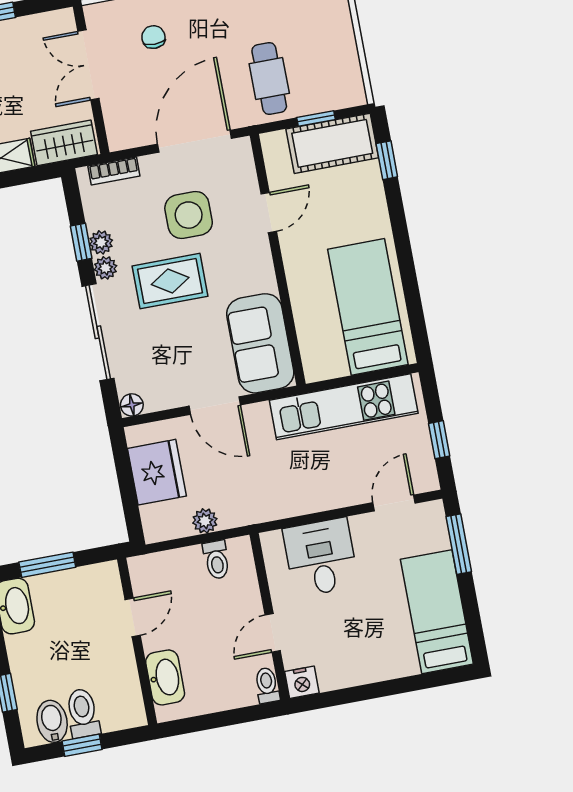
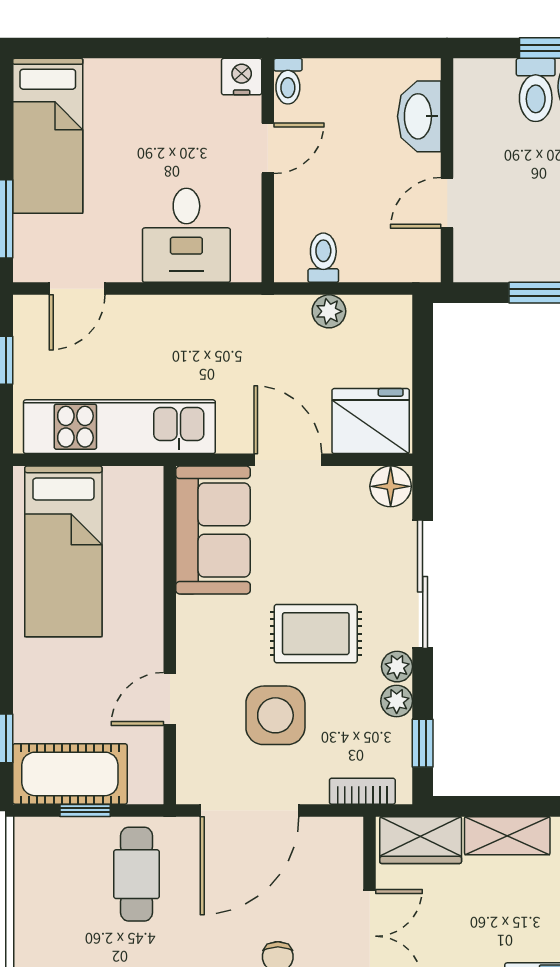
window: (81, 242) -> (423, 743), moved
floor lamp: (132, 405) -> (391, 486), width x1.37, depth x1.37
fridge: (157, 472) -> (371, 421), moved, turned 90

